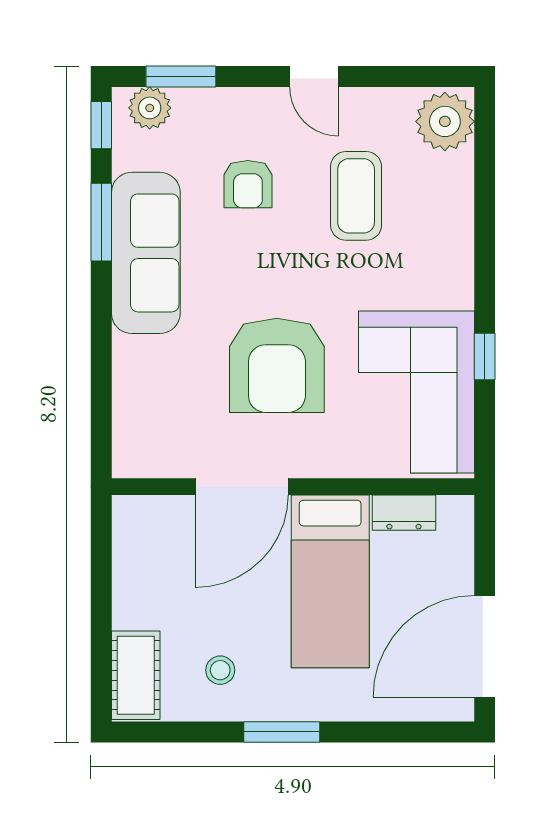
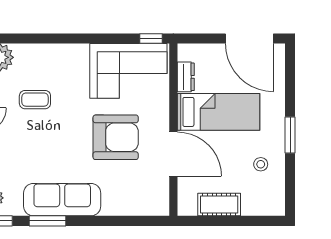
armchair: (248, 184) -> (29, 151), removed
coffee table: (356, 196) -> (35, 100), width x0.73, depth x0.77
window: (485, 357) -> (151, 38), moved
cot: (136, 675) -> (219, 204), moved

